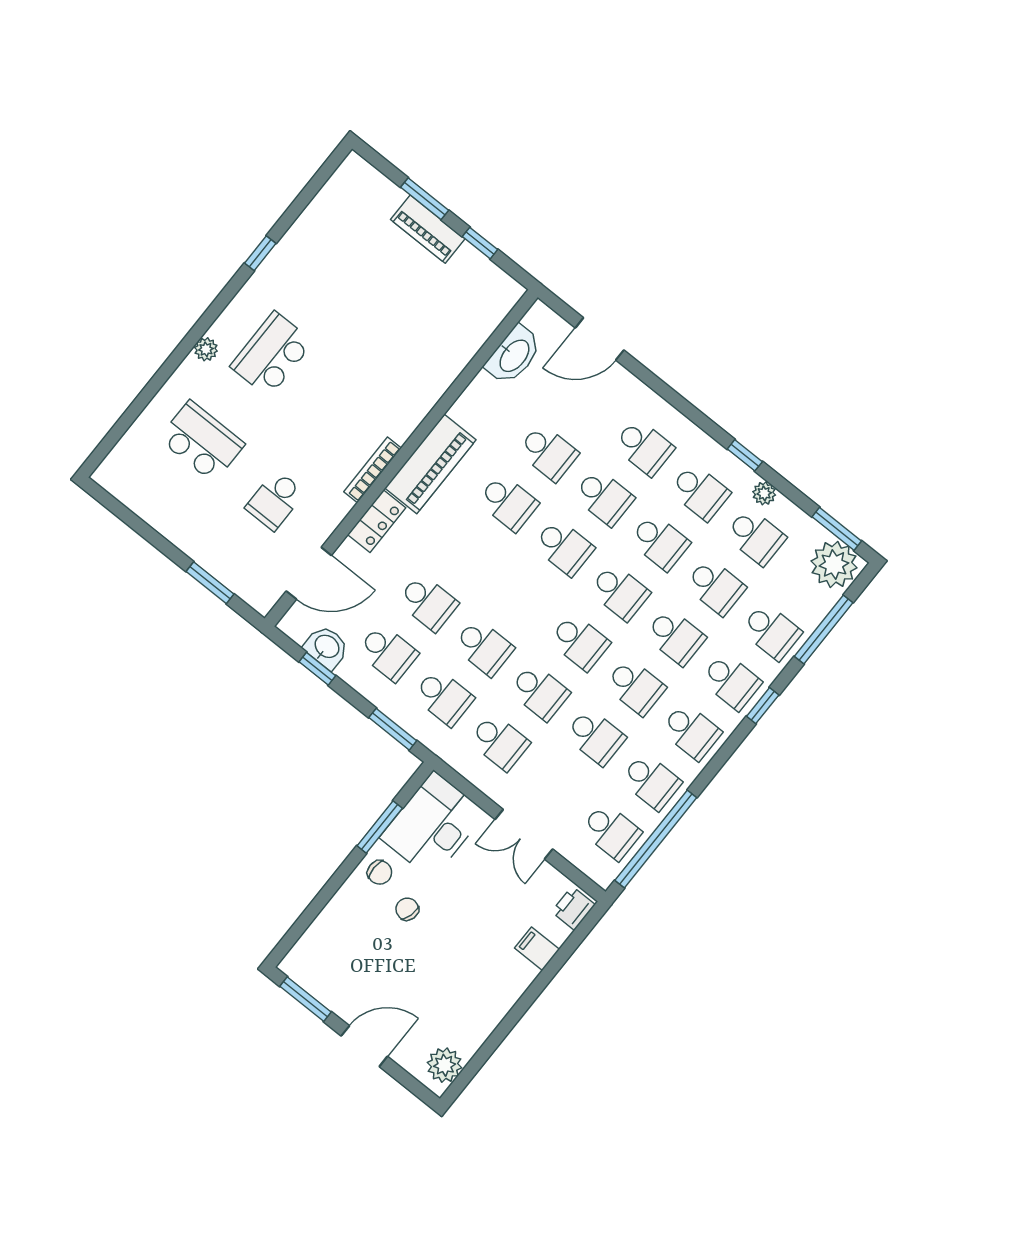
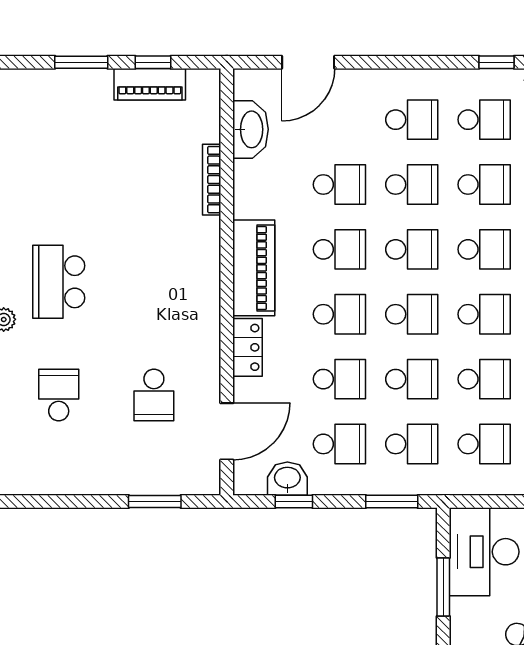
piano: (428, 229) -> (150, 84), moved
school desk: (202, 441) -> (59, 395), width x0.54
bookcase: (372, 470) -> (212, 180), moved
school desk: (468, 553) -> (339, 314), added
school desk: (524, 597) -> (412, 314), added
chair: (380, 872) -> (472, 623), removed

